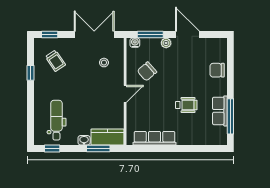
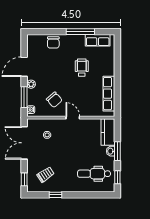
row of seats: (220, 111) -> (98, 40), moved
window: (230, 116) -> (80, 32), moved
window: (98, 148) -> (117, 151), moved

